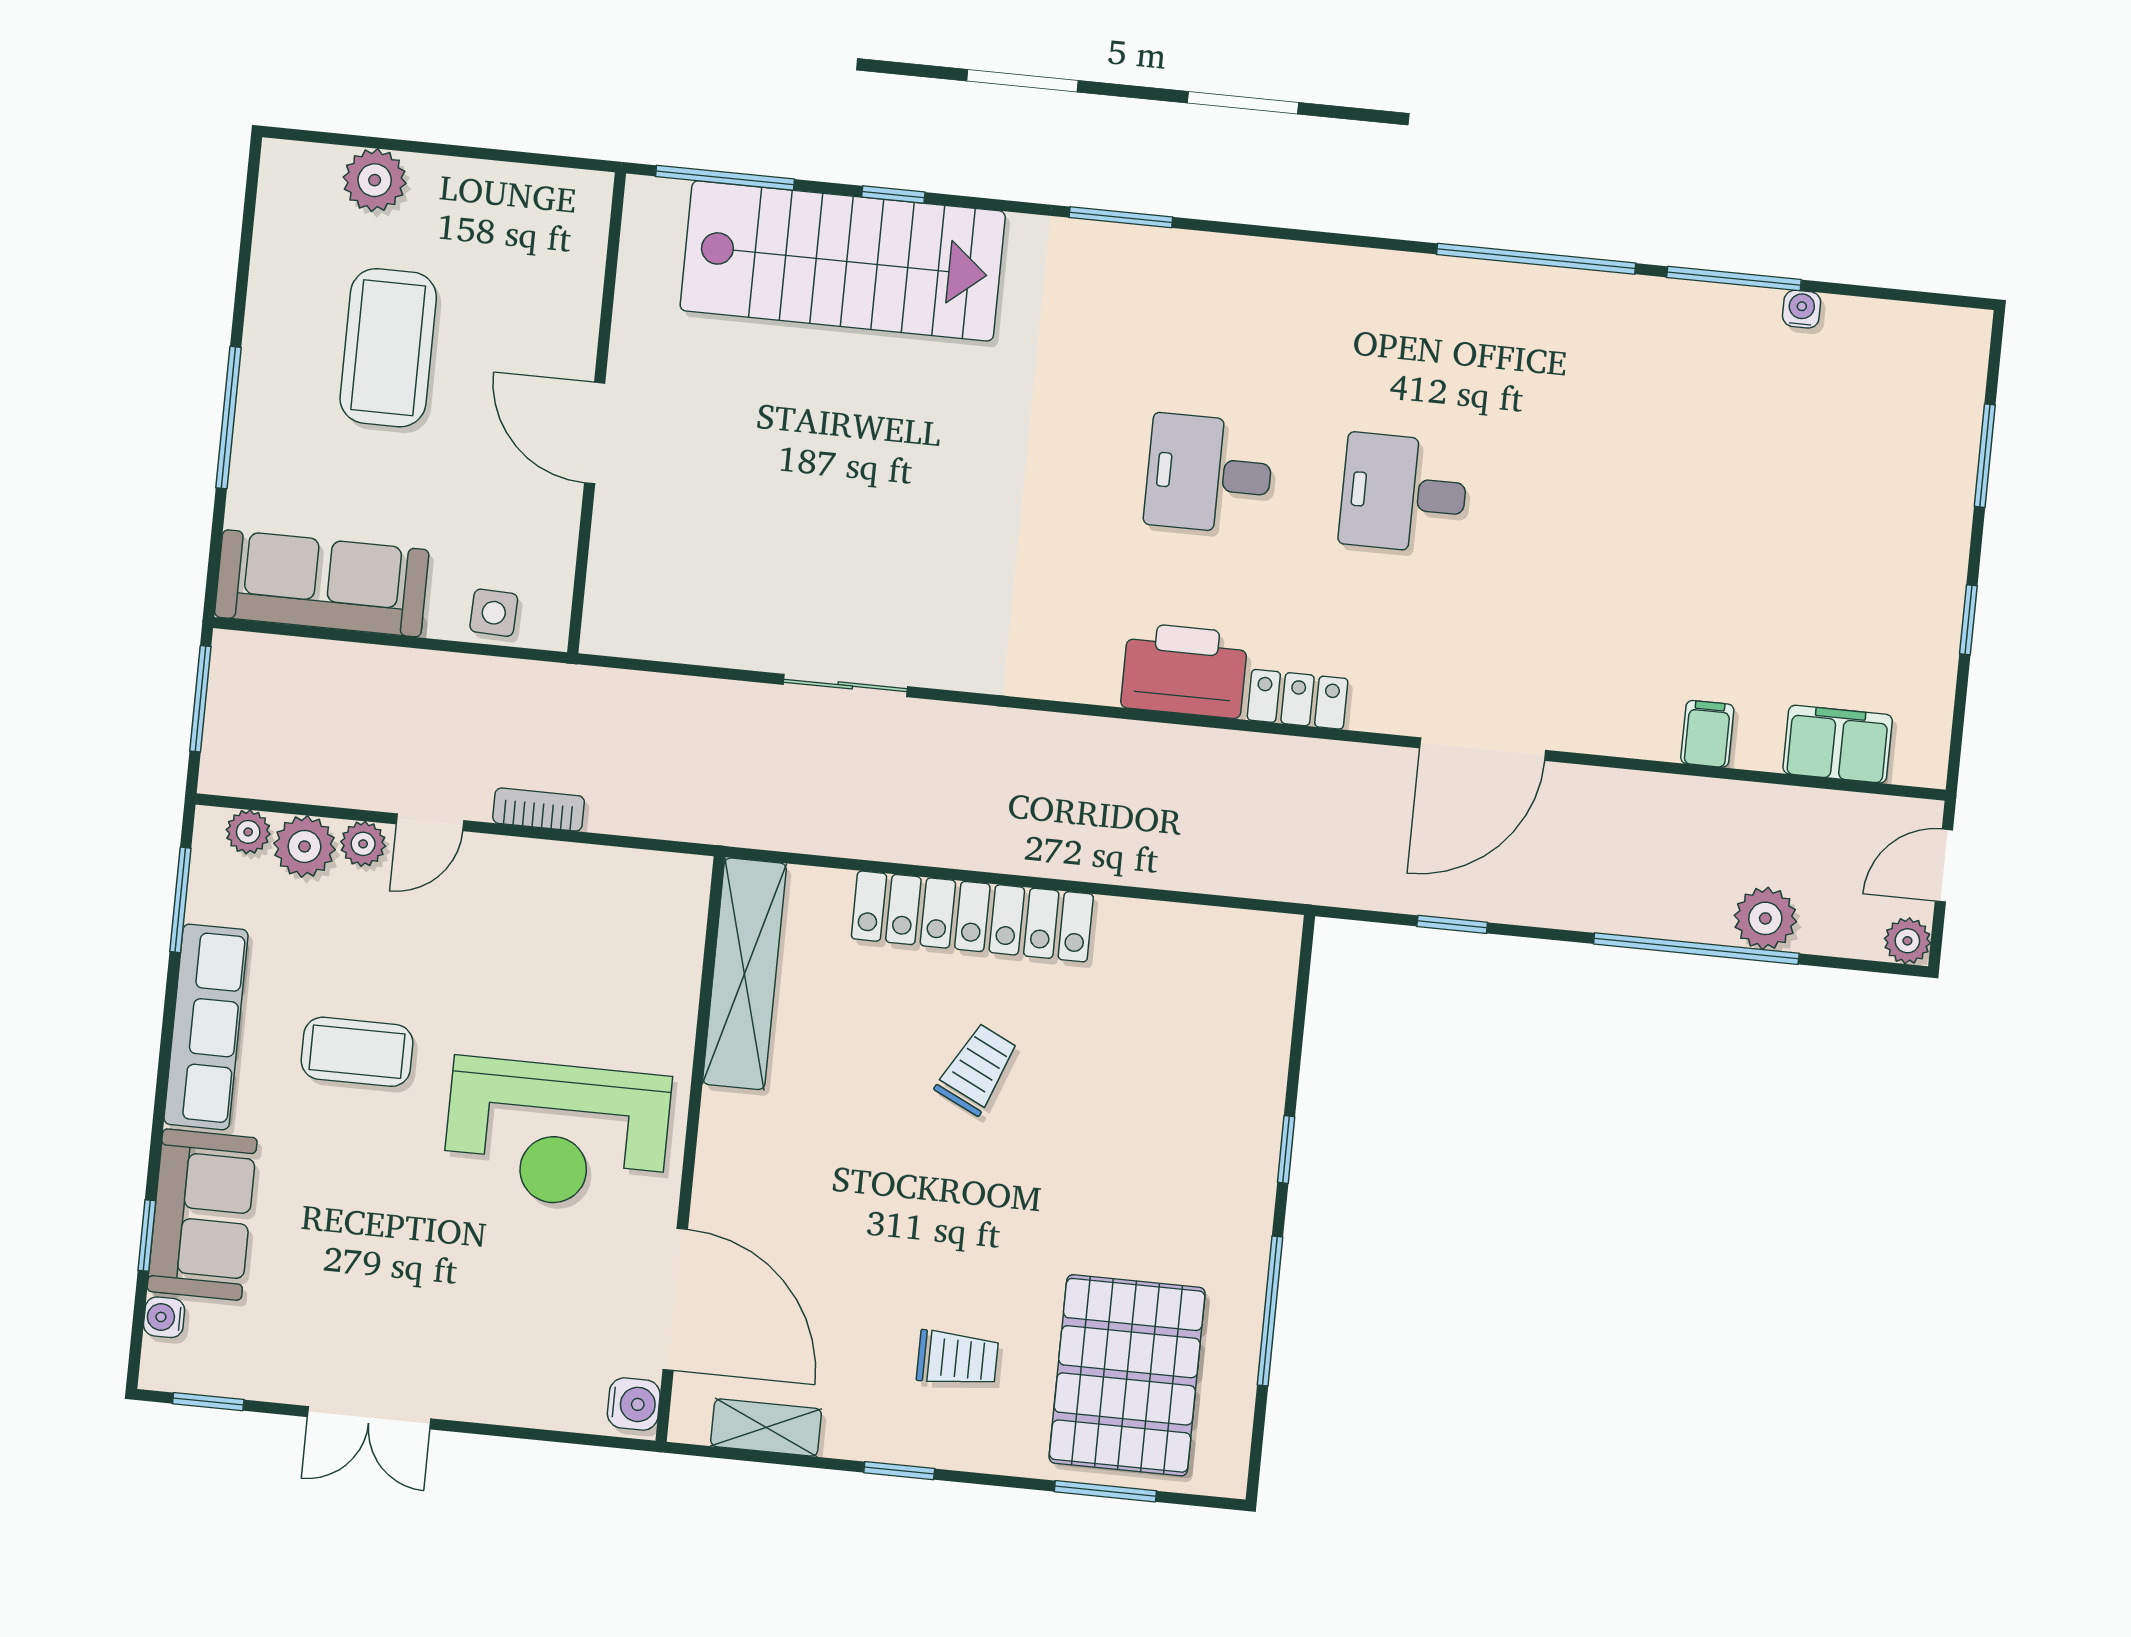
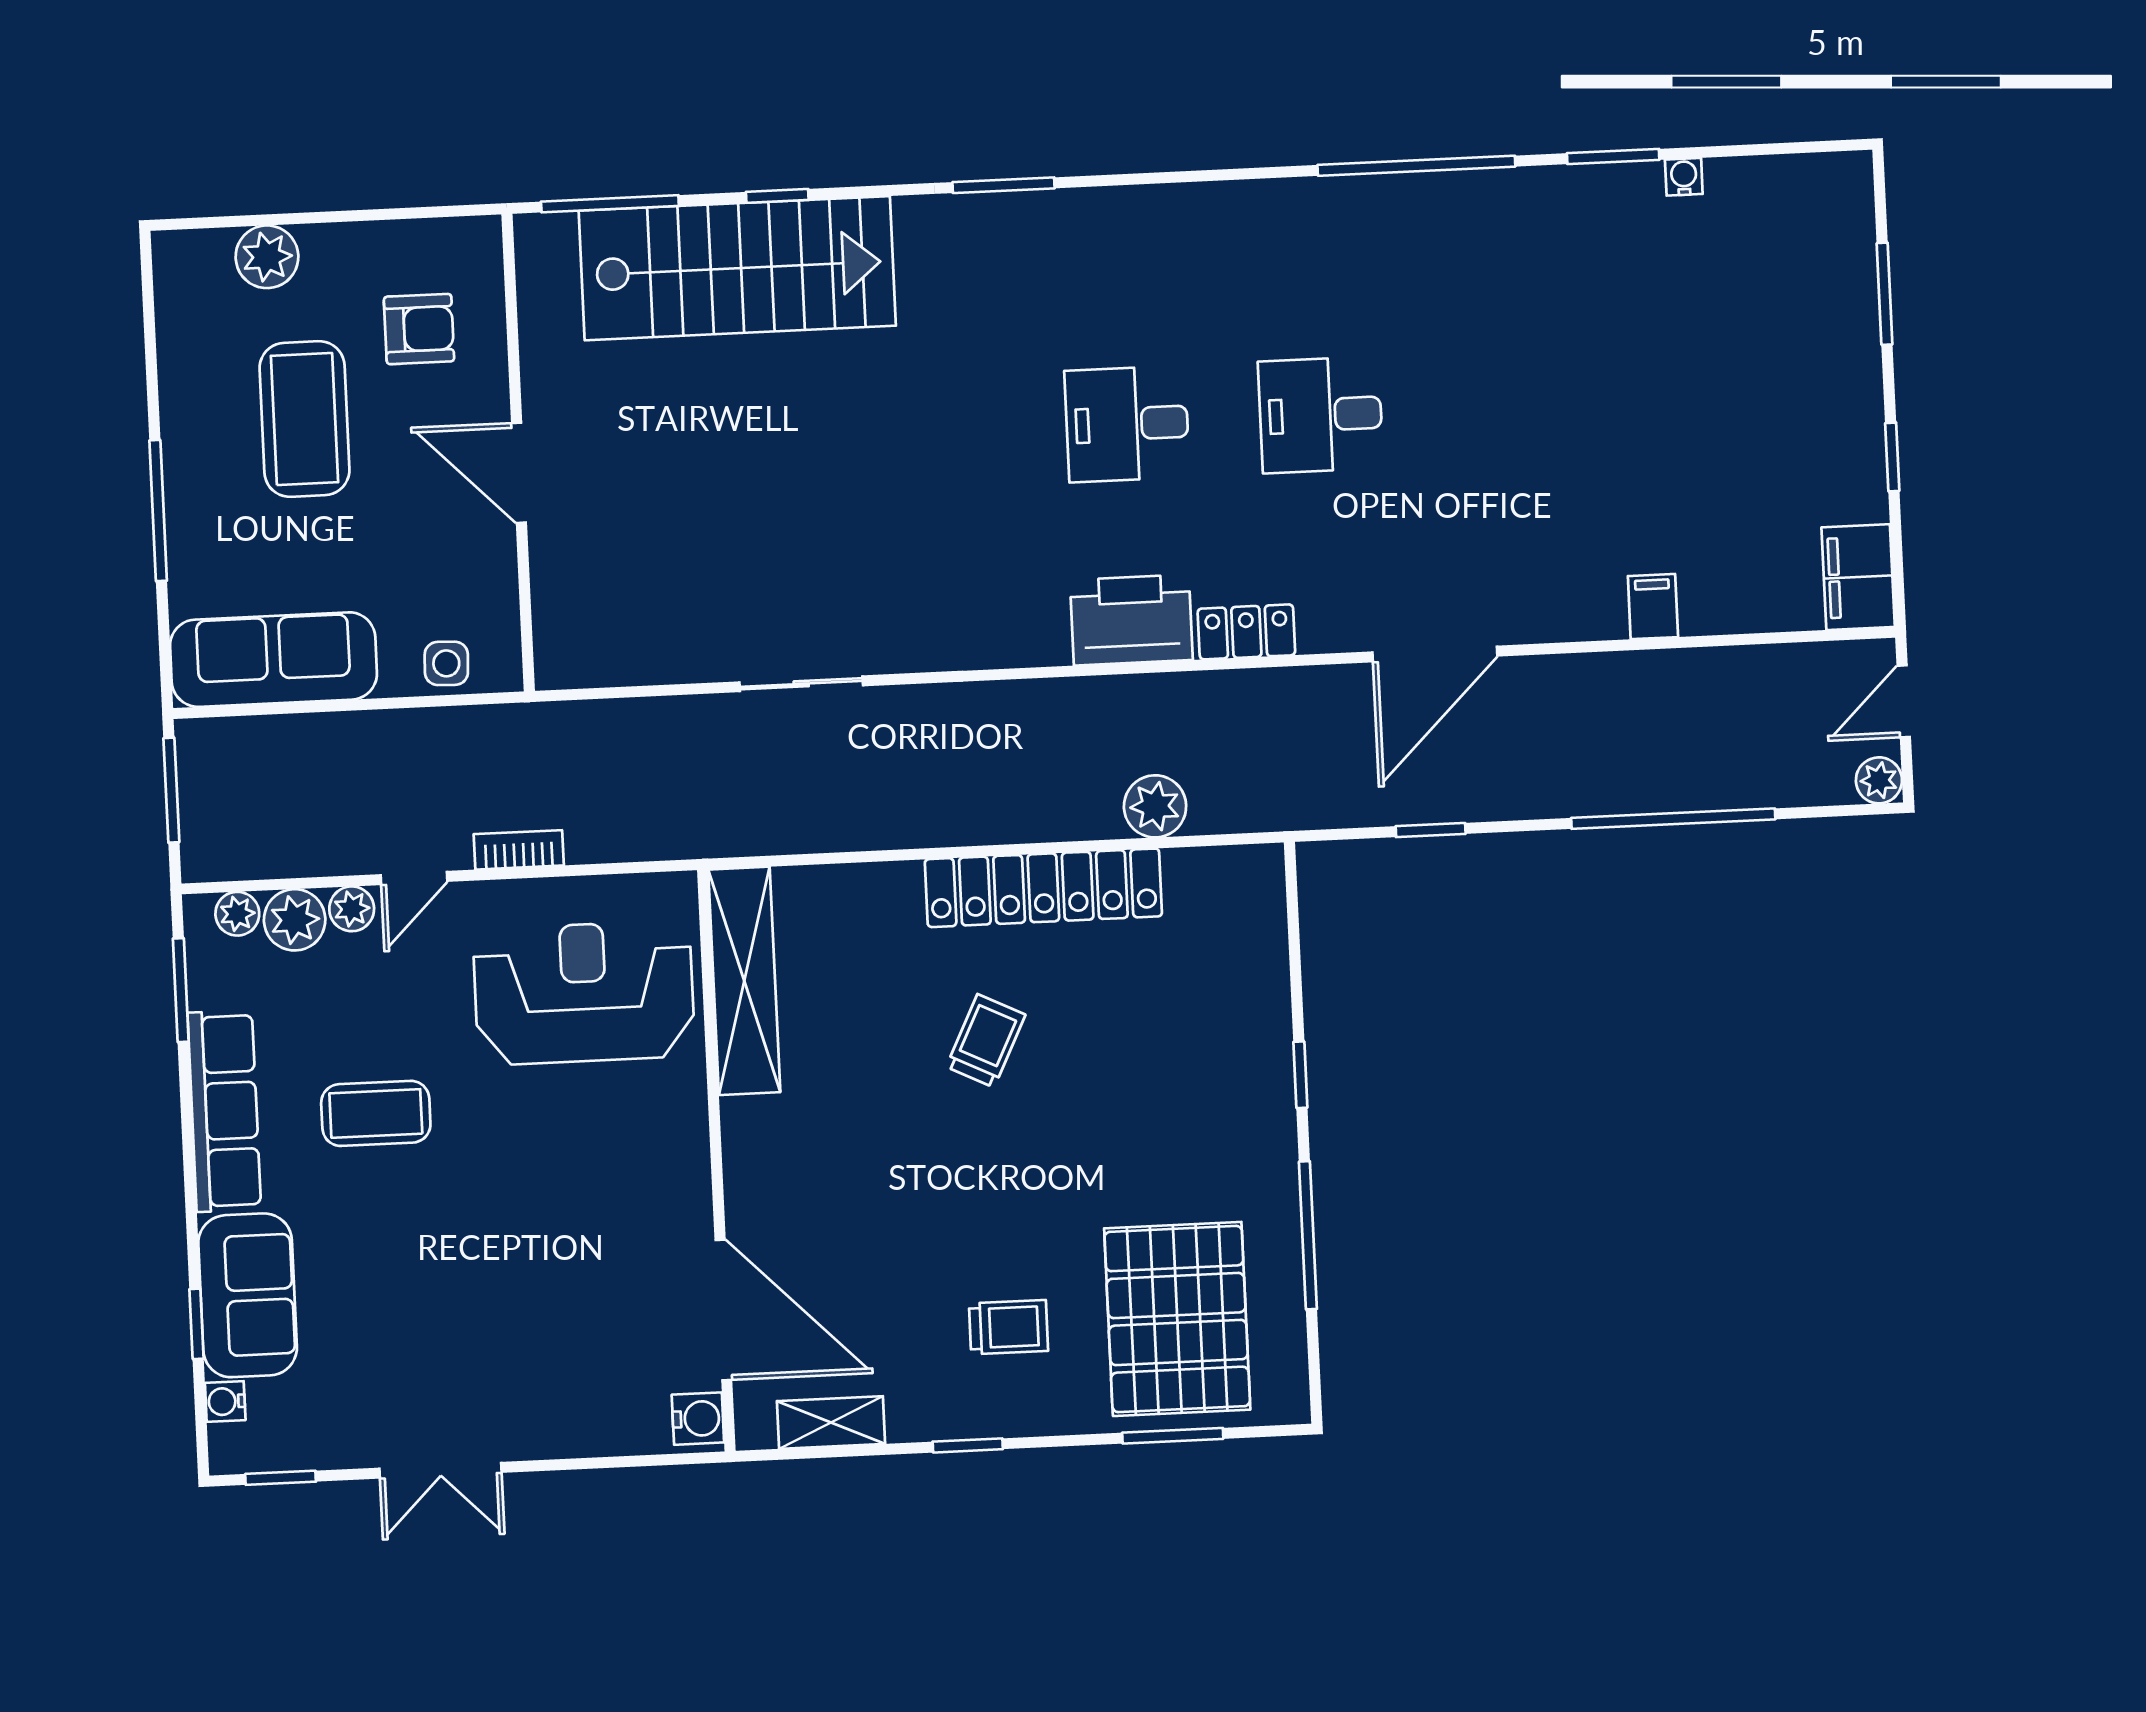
armchair: (516, 275) -> (419, 329), added
window: (1734, 278) -> (1613, 156), width x0.69
filing cabinet: (1838, 744) -> (1858, 577), moved, turned -90
locker: (972, 916) -> (1043, 888), moved
plant: (1765, 918) -> (1155, 806), moved
reception desk: (557, 1134) -> (584, 993), moved, turned 180

